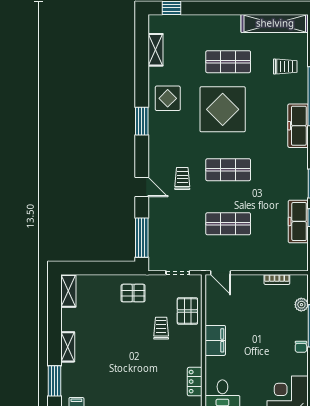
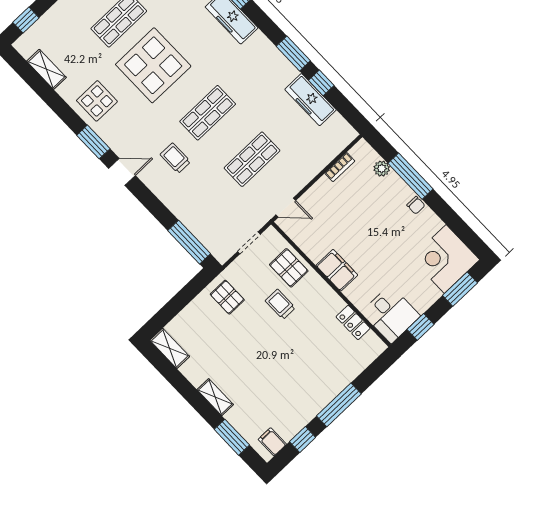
door: (142, 187) -> (122, 172), moved
pallet: (133, 293) -> (227, 297), turned 90

